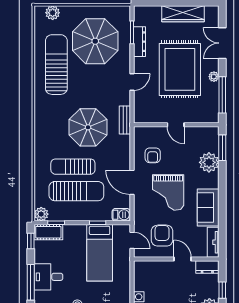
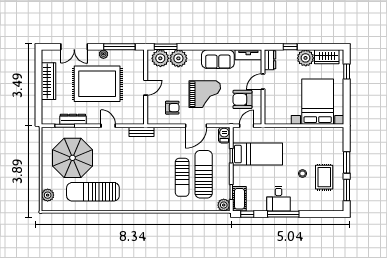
parasol: (88, 127) -> (148, 164), removed
plant: (209, 142) -> (160, 58), added

